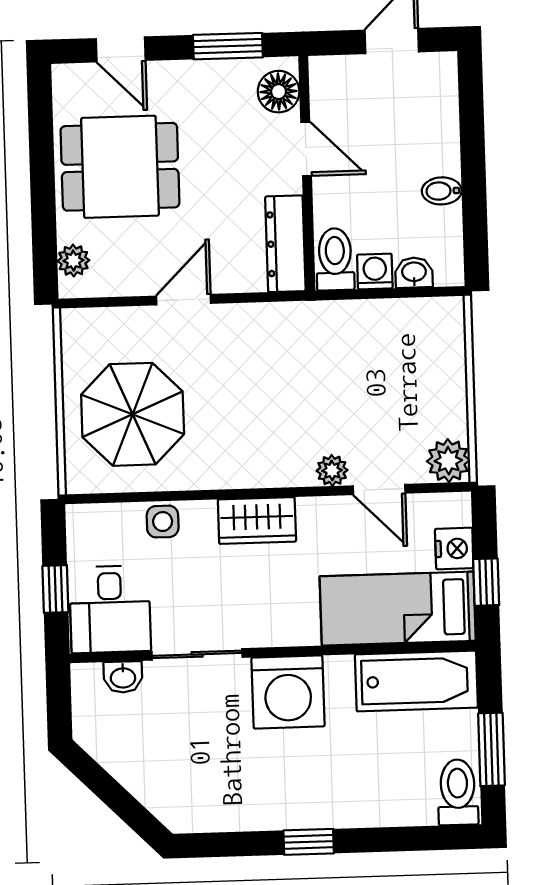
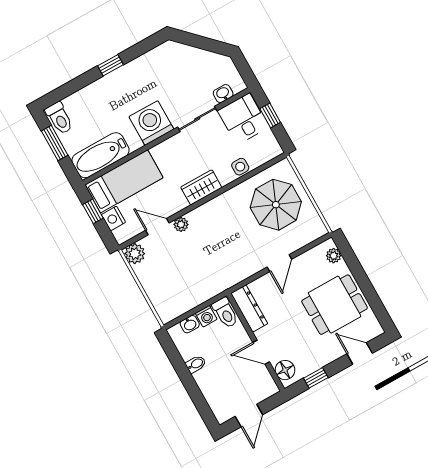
window: (228, 46) -> (316, 378), width x0.67

